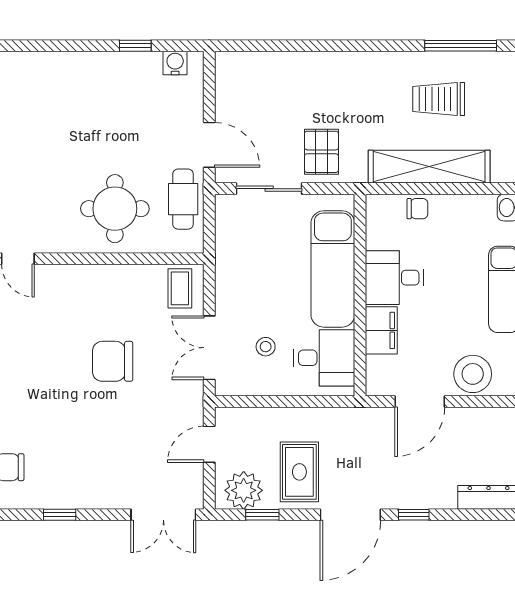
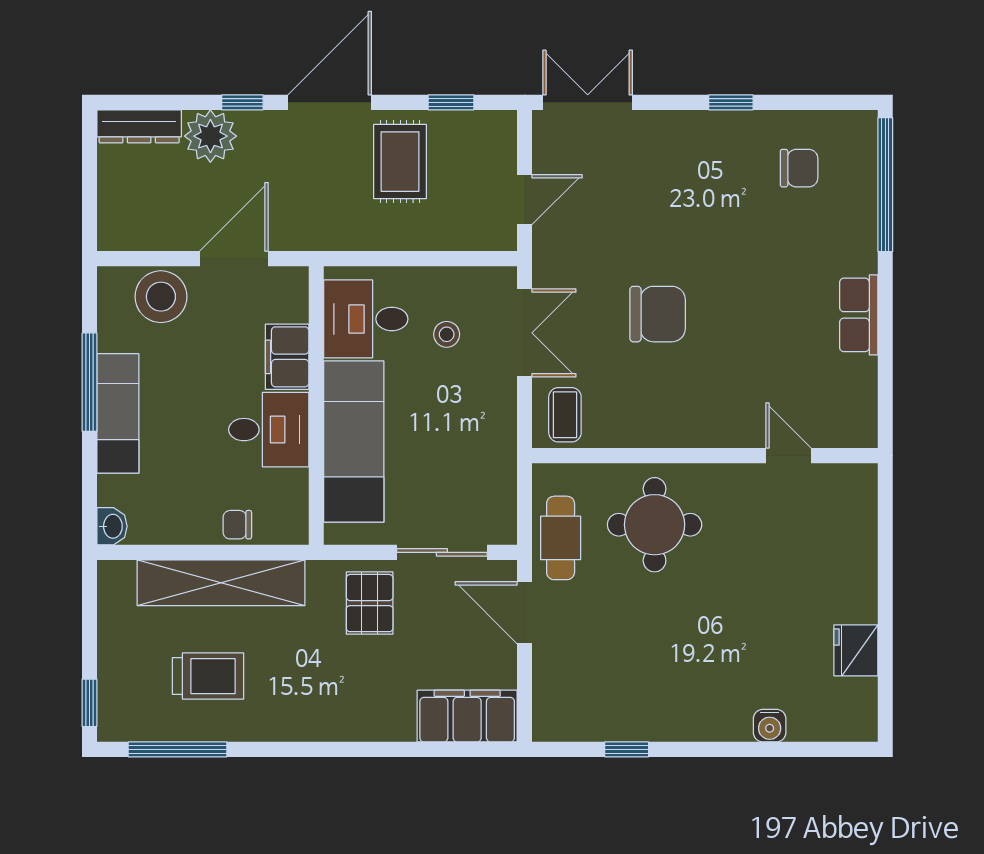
water cooler: (175, 63) -> (770, 726), moved
filing cabinet: (251, 70) -> (467, 716), added
plant: (244, 490) -> (210, 136), moved

